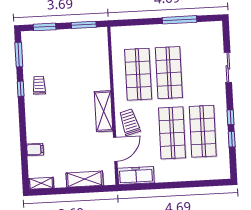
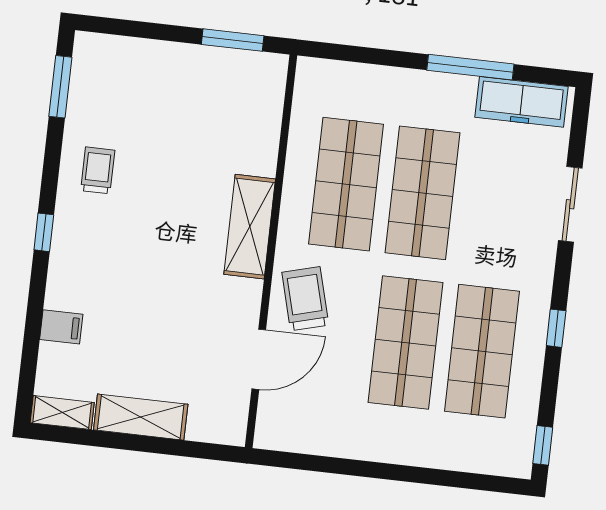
window: (45, 27) -> (135, 29), removed
window: (21, 89) -> (44, 232), moved
shelving: (104, 111) -> (250, 227), moved
window: (232, 139) -> (543, 445), moved
freezer: (136, 175) -> (522, 102), moved, turned 180
shelving: (85, 179) -> (141, 417), moved

